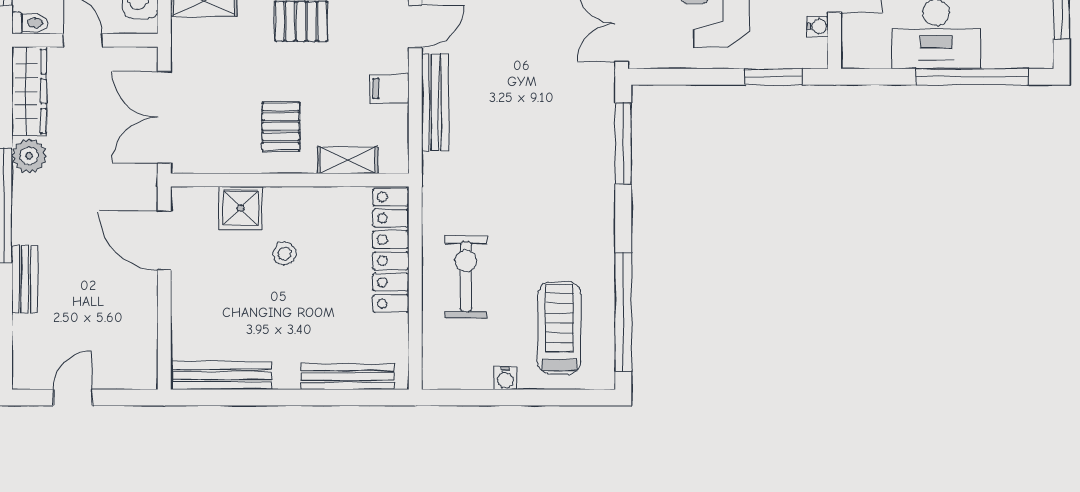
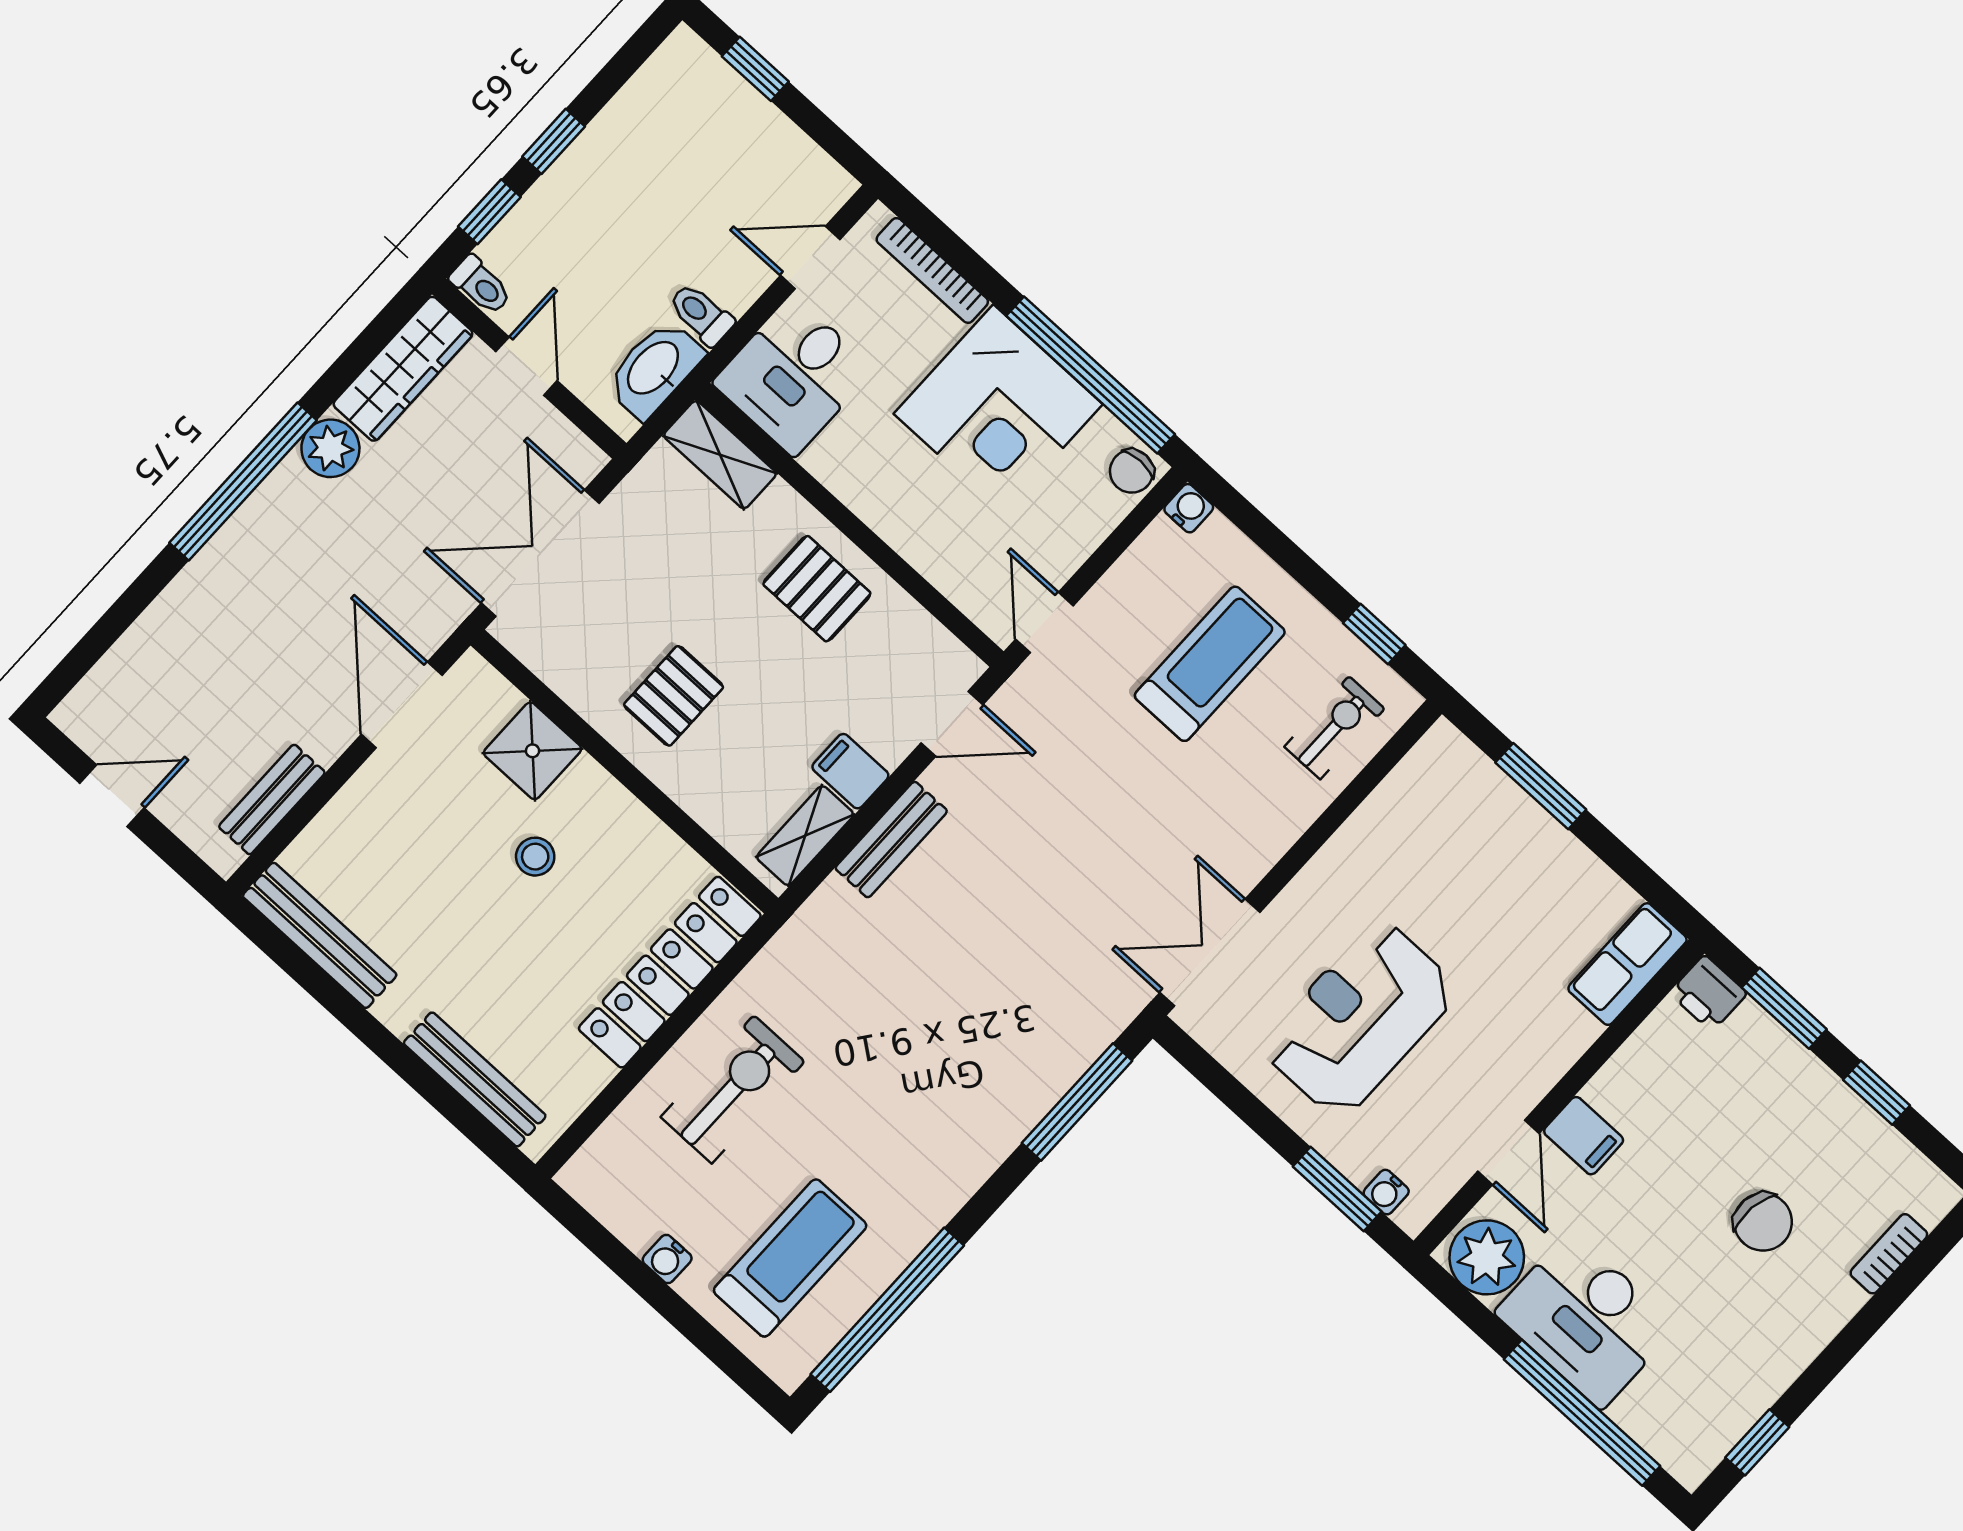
water cooler: (818, 26) -> (1386, 1192), moved, turned 90
plant: (867, 47) -> (1487, 1257), added
bench: (435, 102) -> (891, 840), width x0.73
shelving: (348, 160) -> (805, 836), moved, turned 90
bench: (25, 279) -> (272, 799), moved

